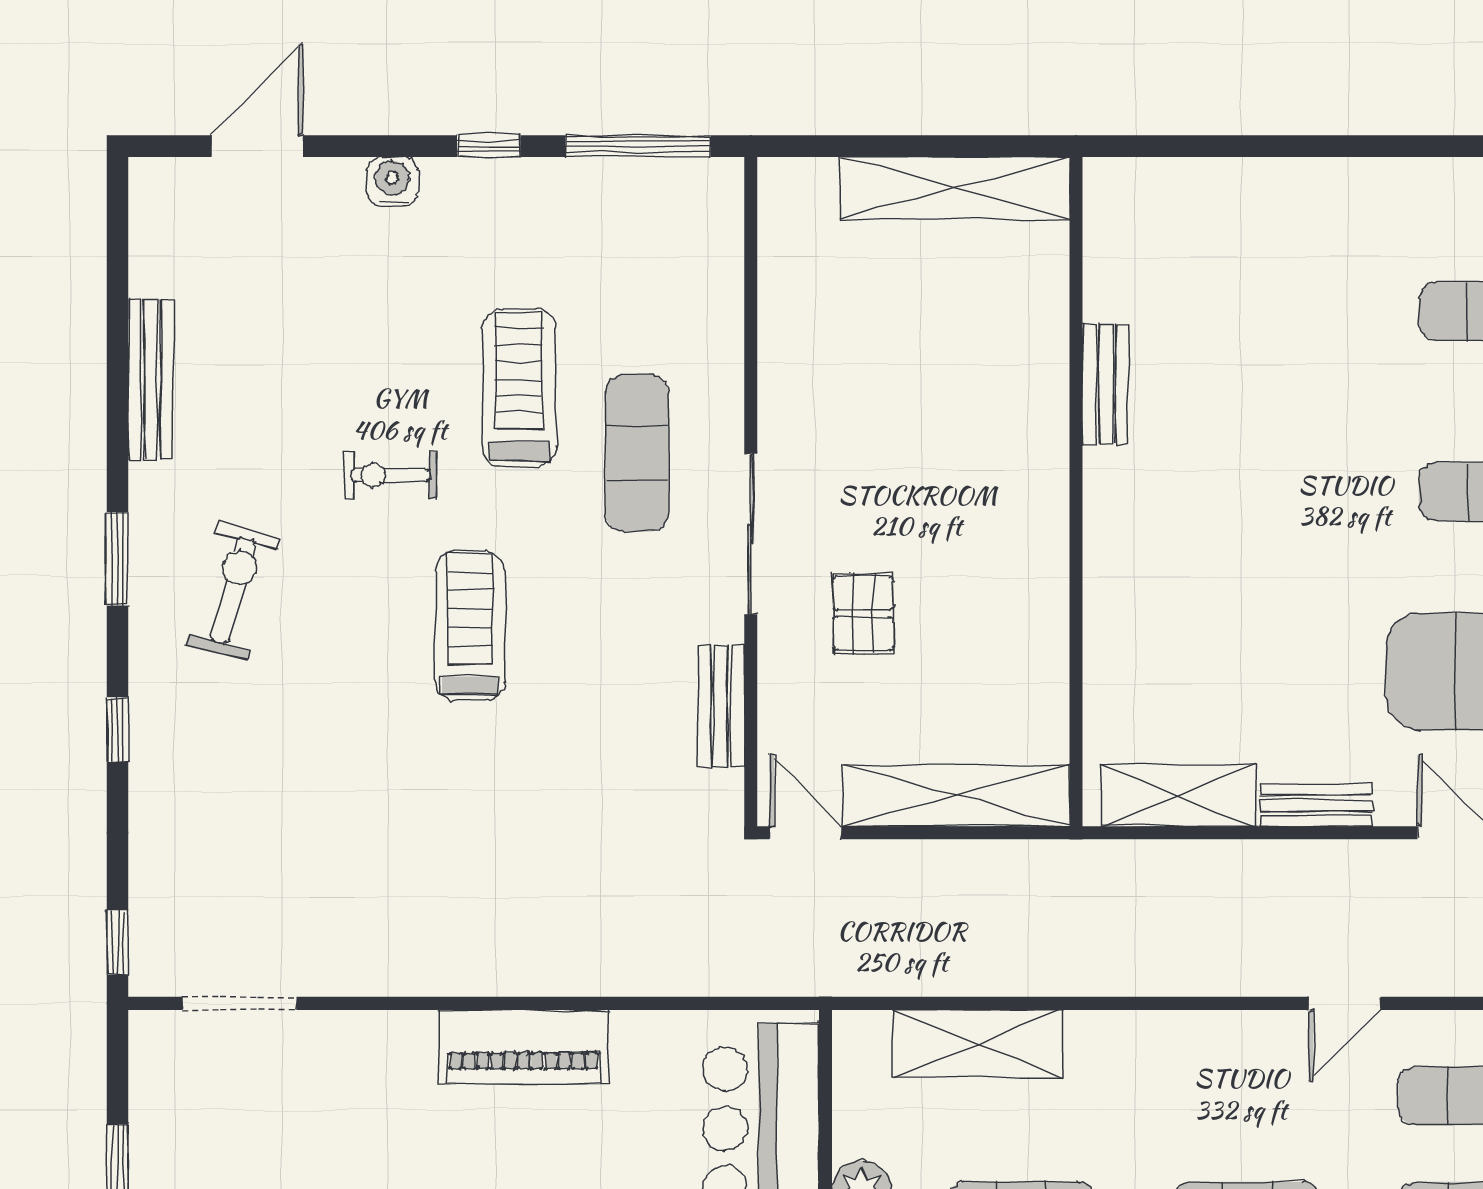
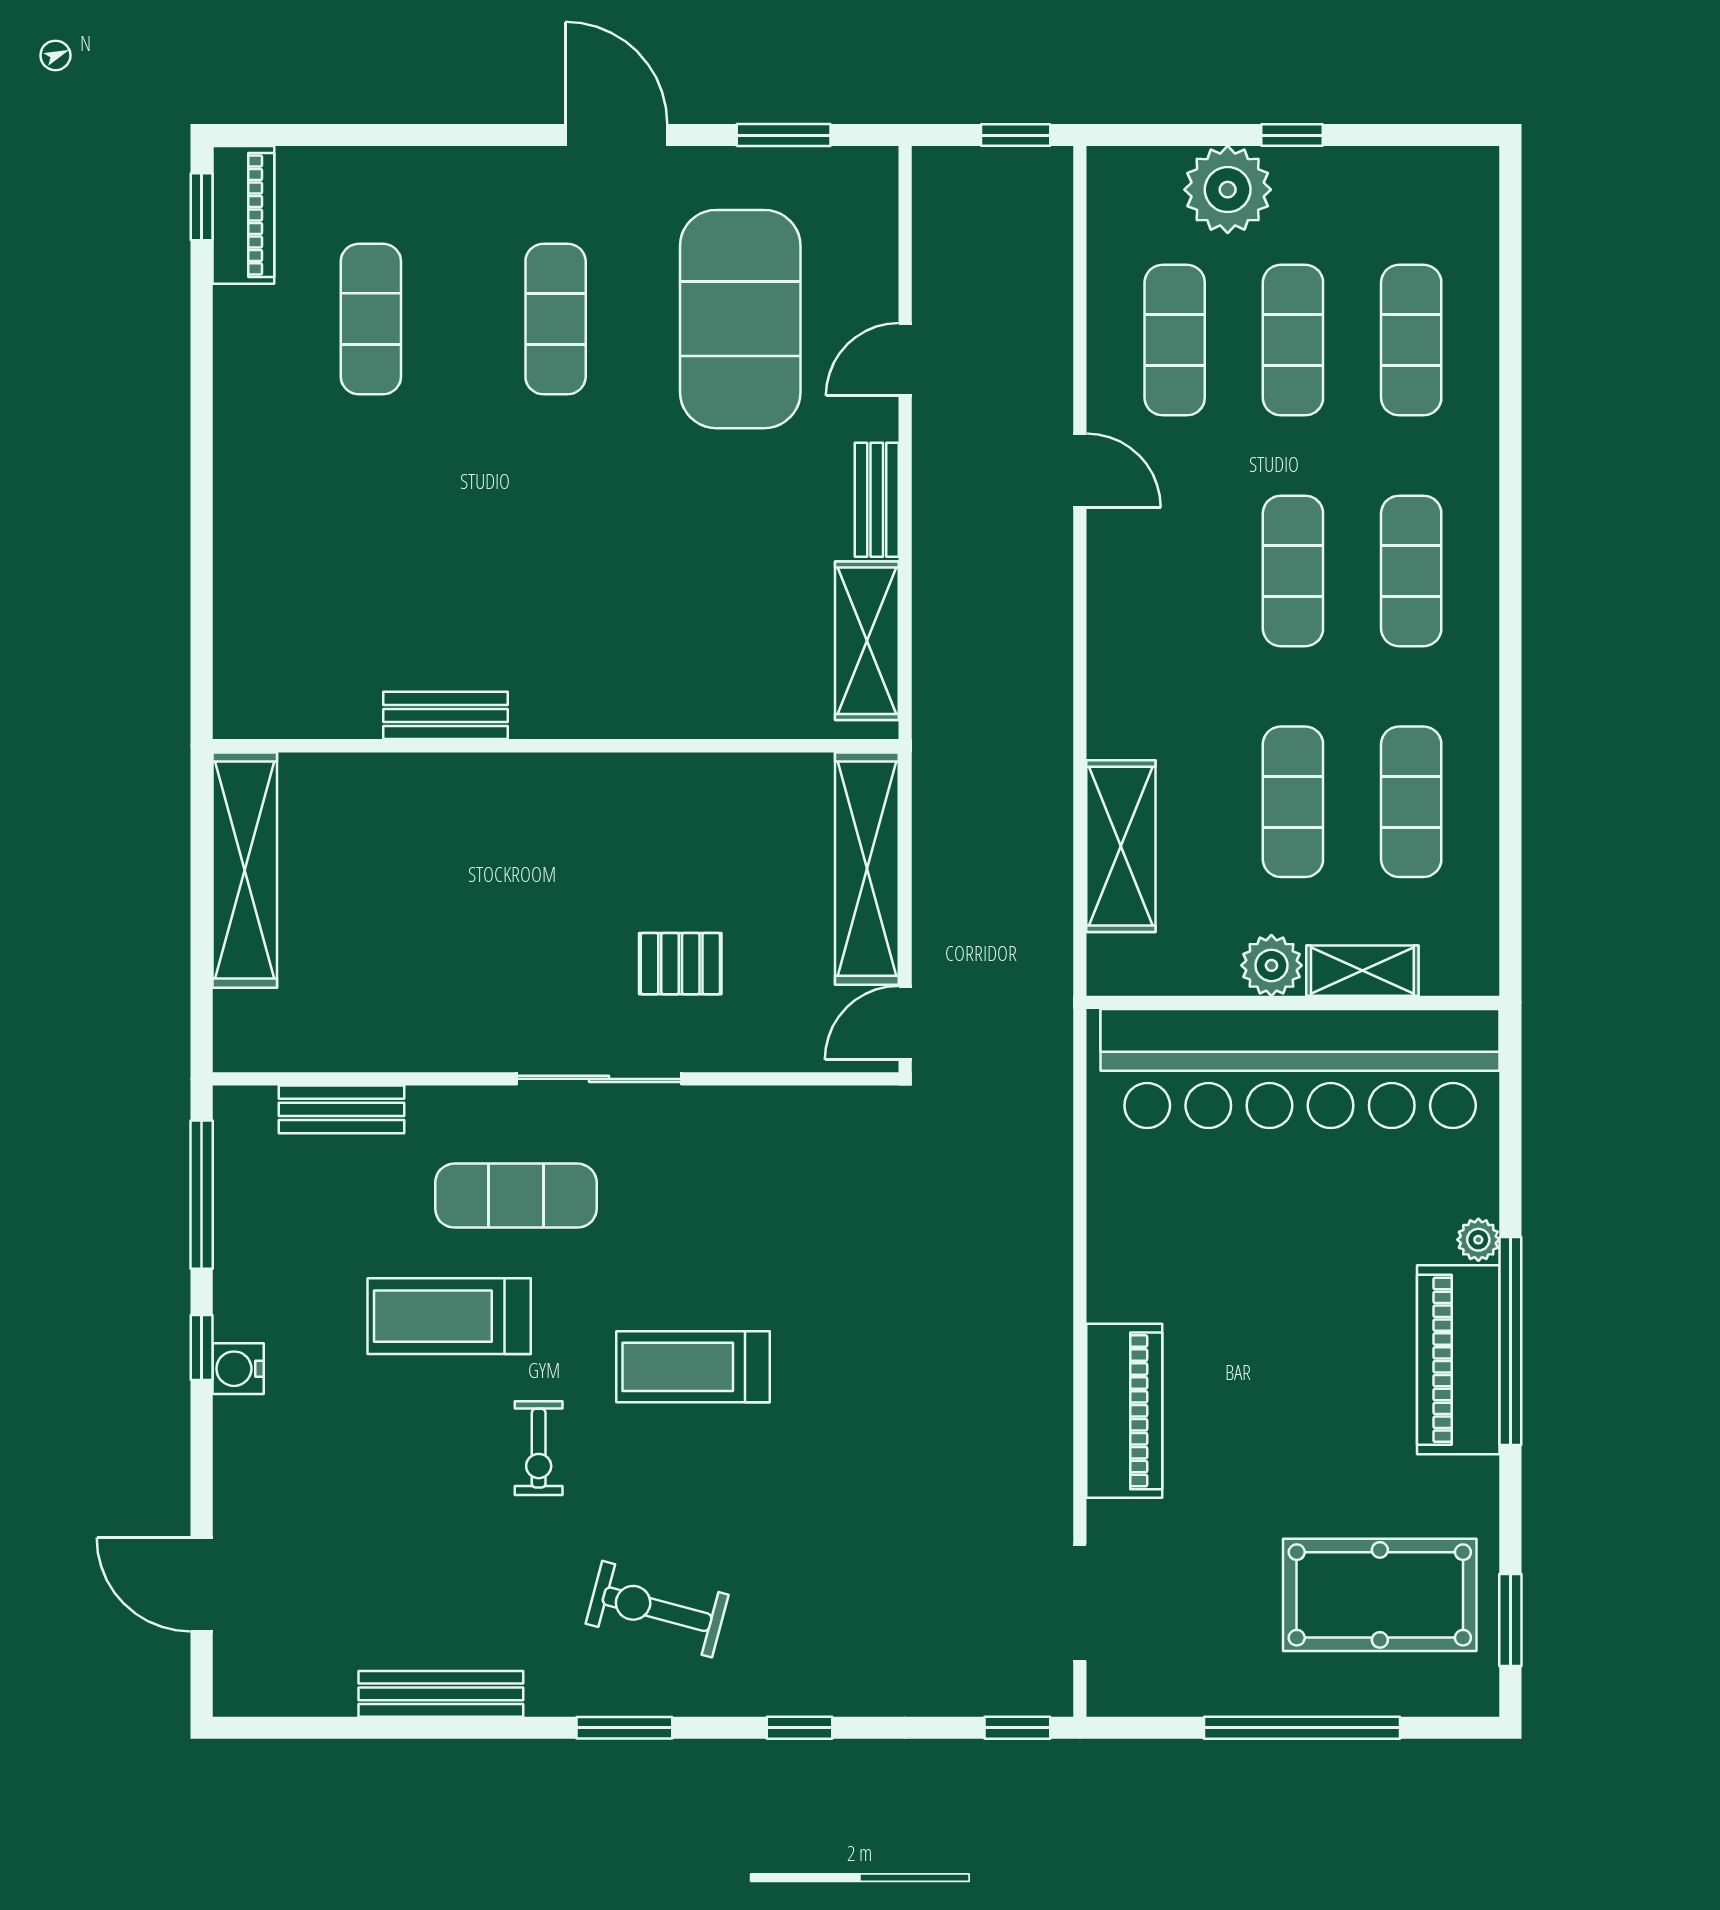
water cooler: (392, 182) -> (238, 1369), moved
bench: (721, 706) -> (342, 1109), moved
piano: (524, 1047) -> (1124, 1411), moved

